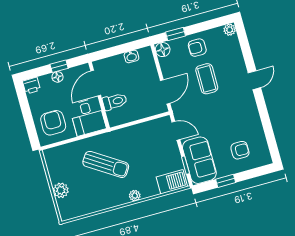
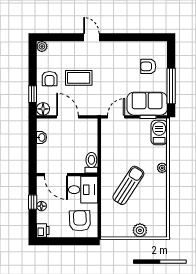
door: (165, 92) -> (68, 117), moved
toilet: (115, 102) -> (91, 163), moved
armchair: (53, 123) -> (80, 221), turned 88
armchair: (240, 150) -> (148, 66), turned -90
window: (226, 181) -> (171, 86), width x2.17

